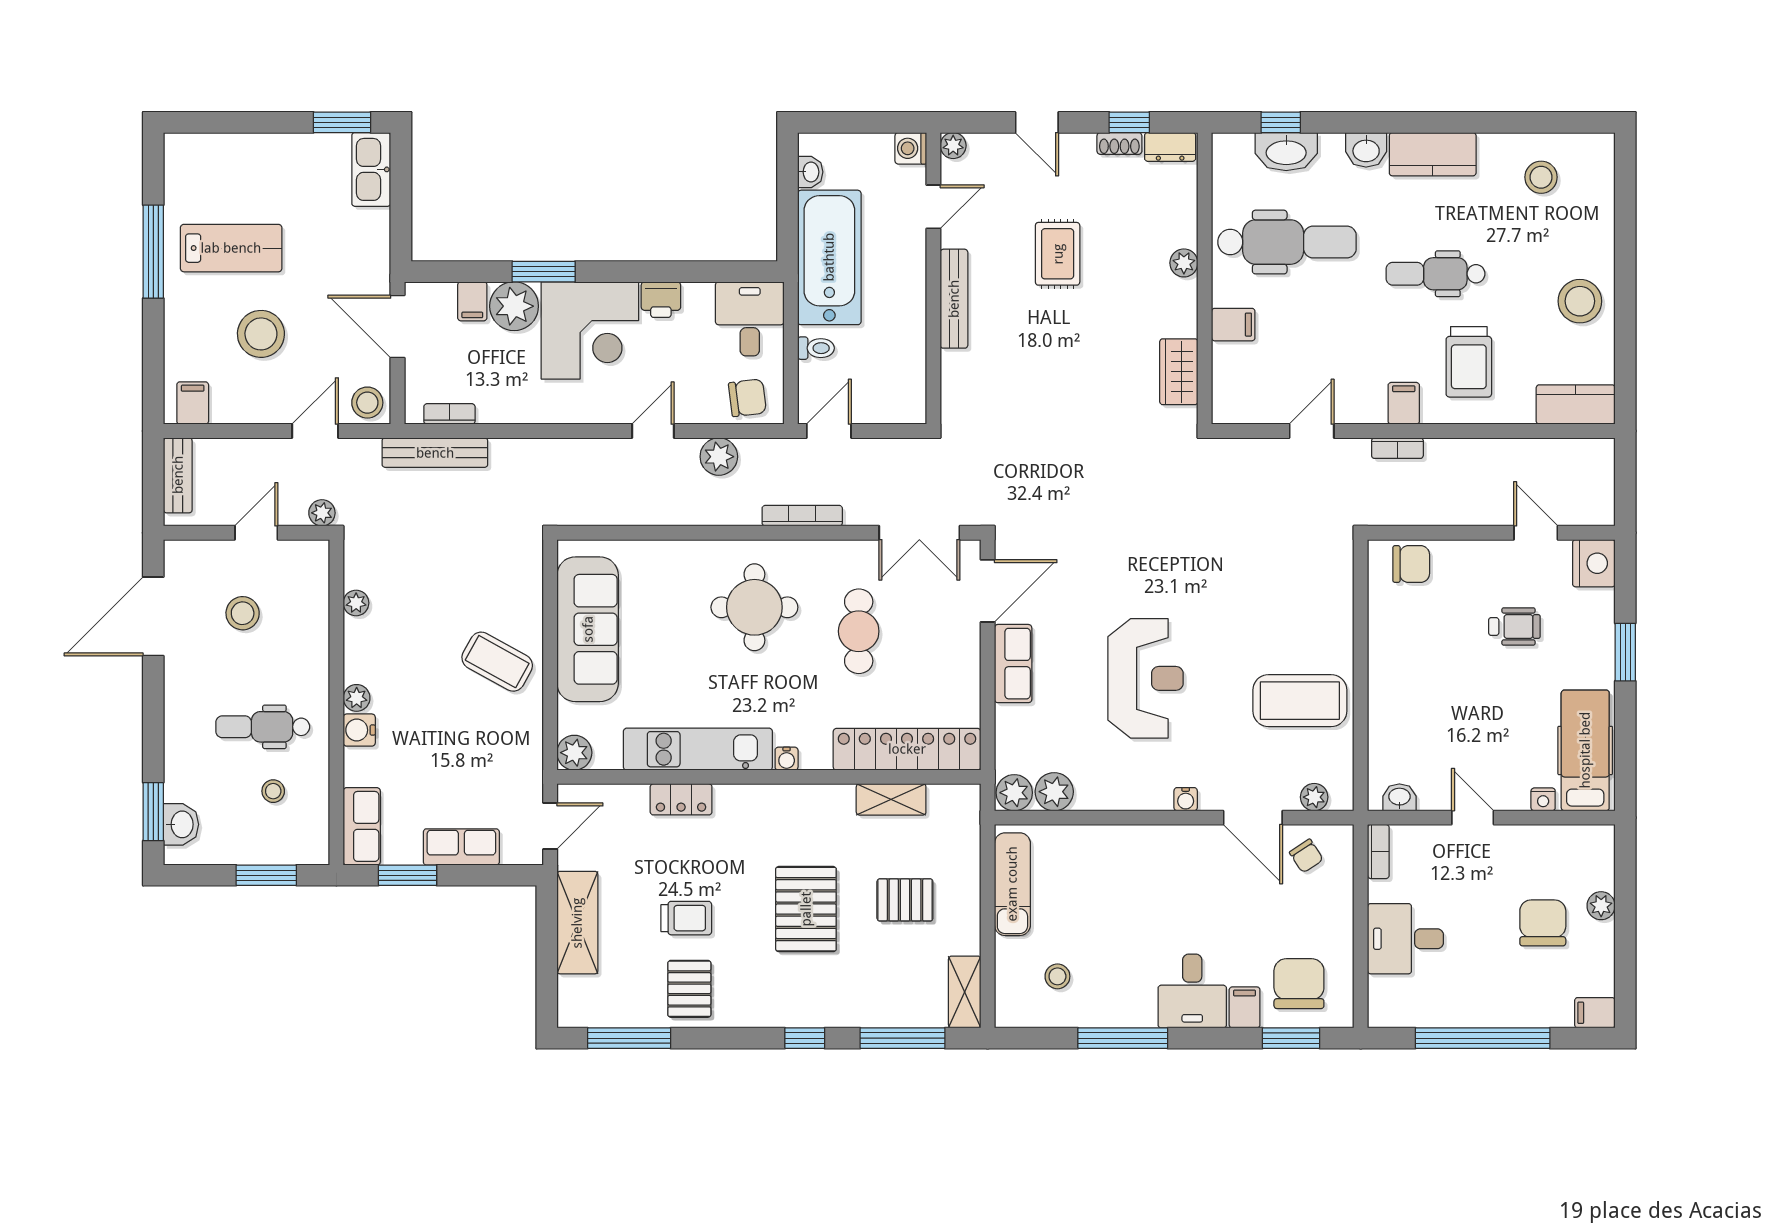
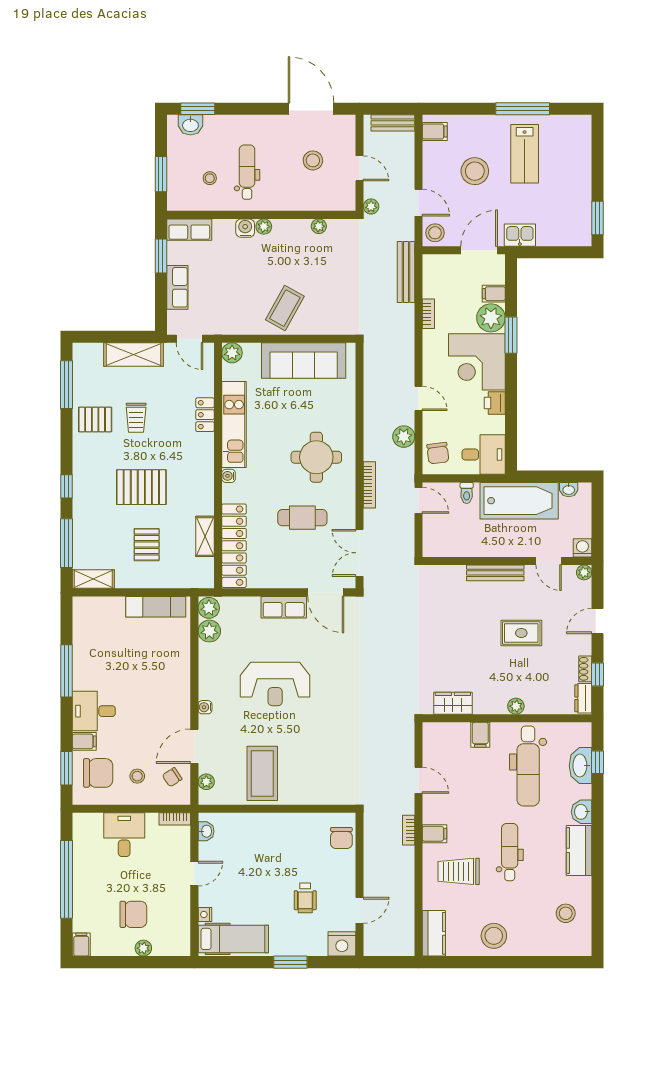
kitchen sink: (371, 169) -> (520, 235), moved, width x0.73
bookcase: (449, 414) -> (428, 314), moved
stool: (1057, 976) -> (137, 776), moved

